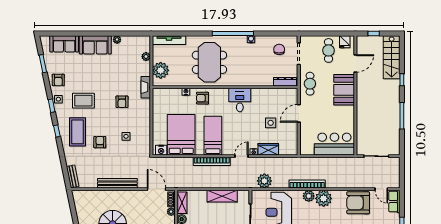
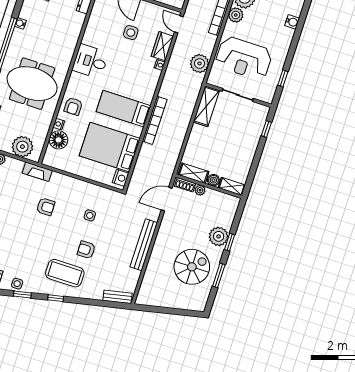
floor lamp: (174, 95) -> (58, 140), added
rug: (83, 101) -> (29, 254), removed
door: (241, 156) -> (179, 24), moved
shelving: (222, 196) -> (206, 106), moved

